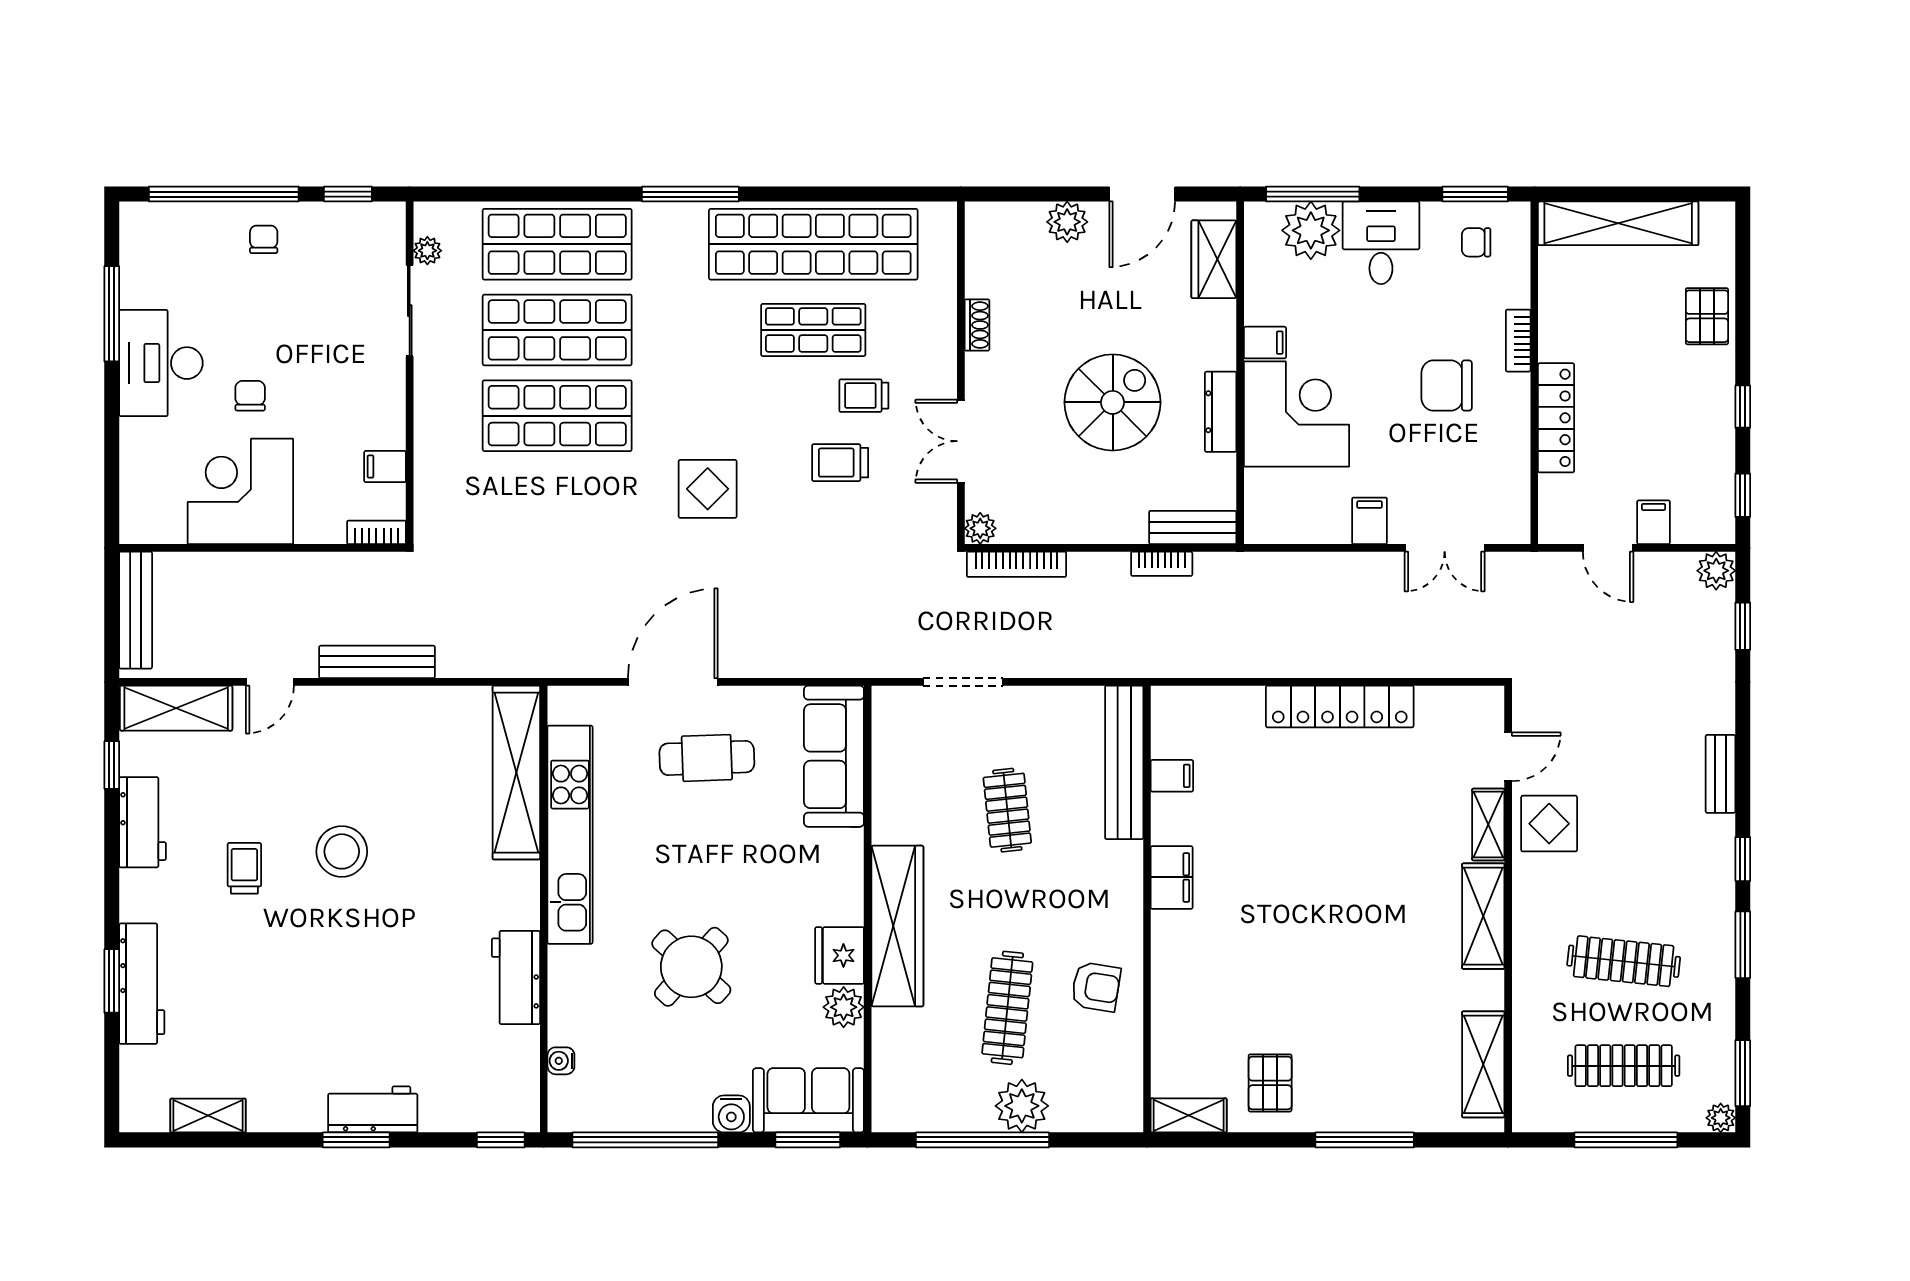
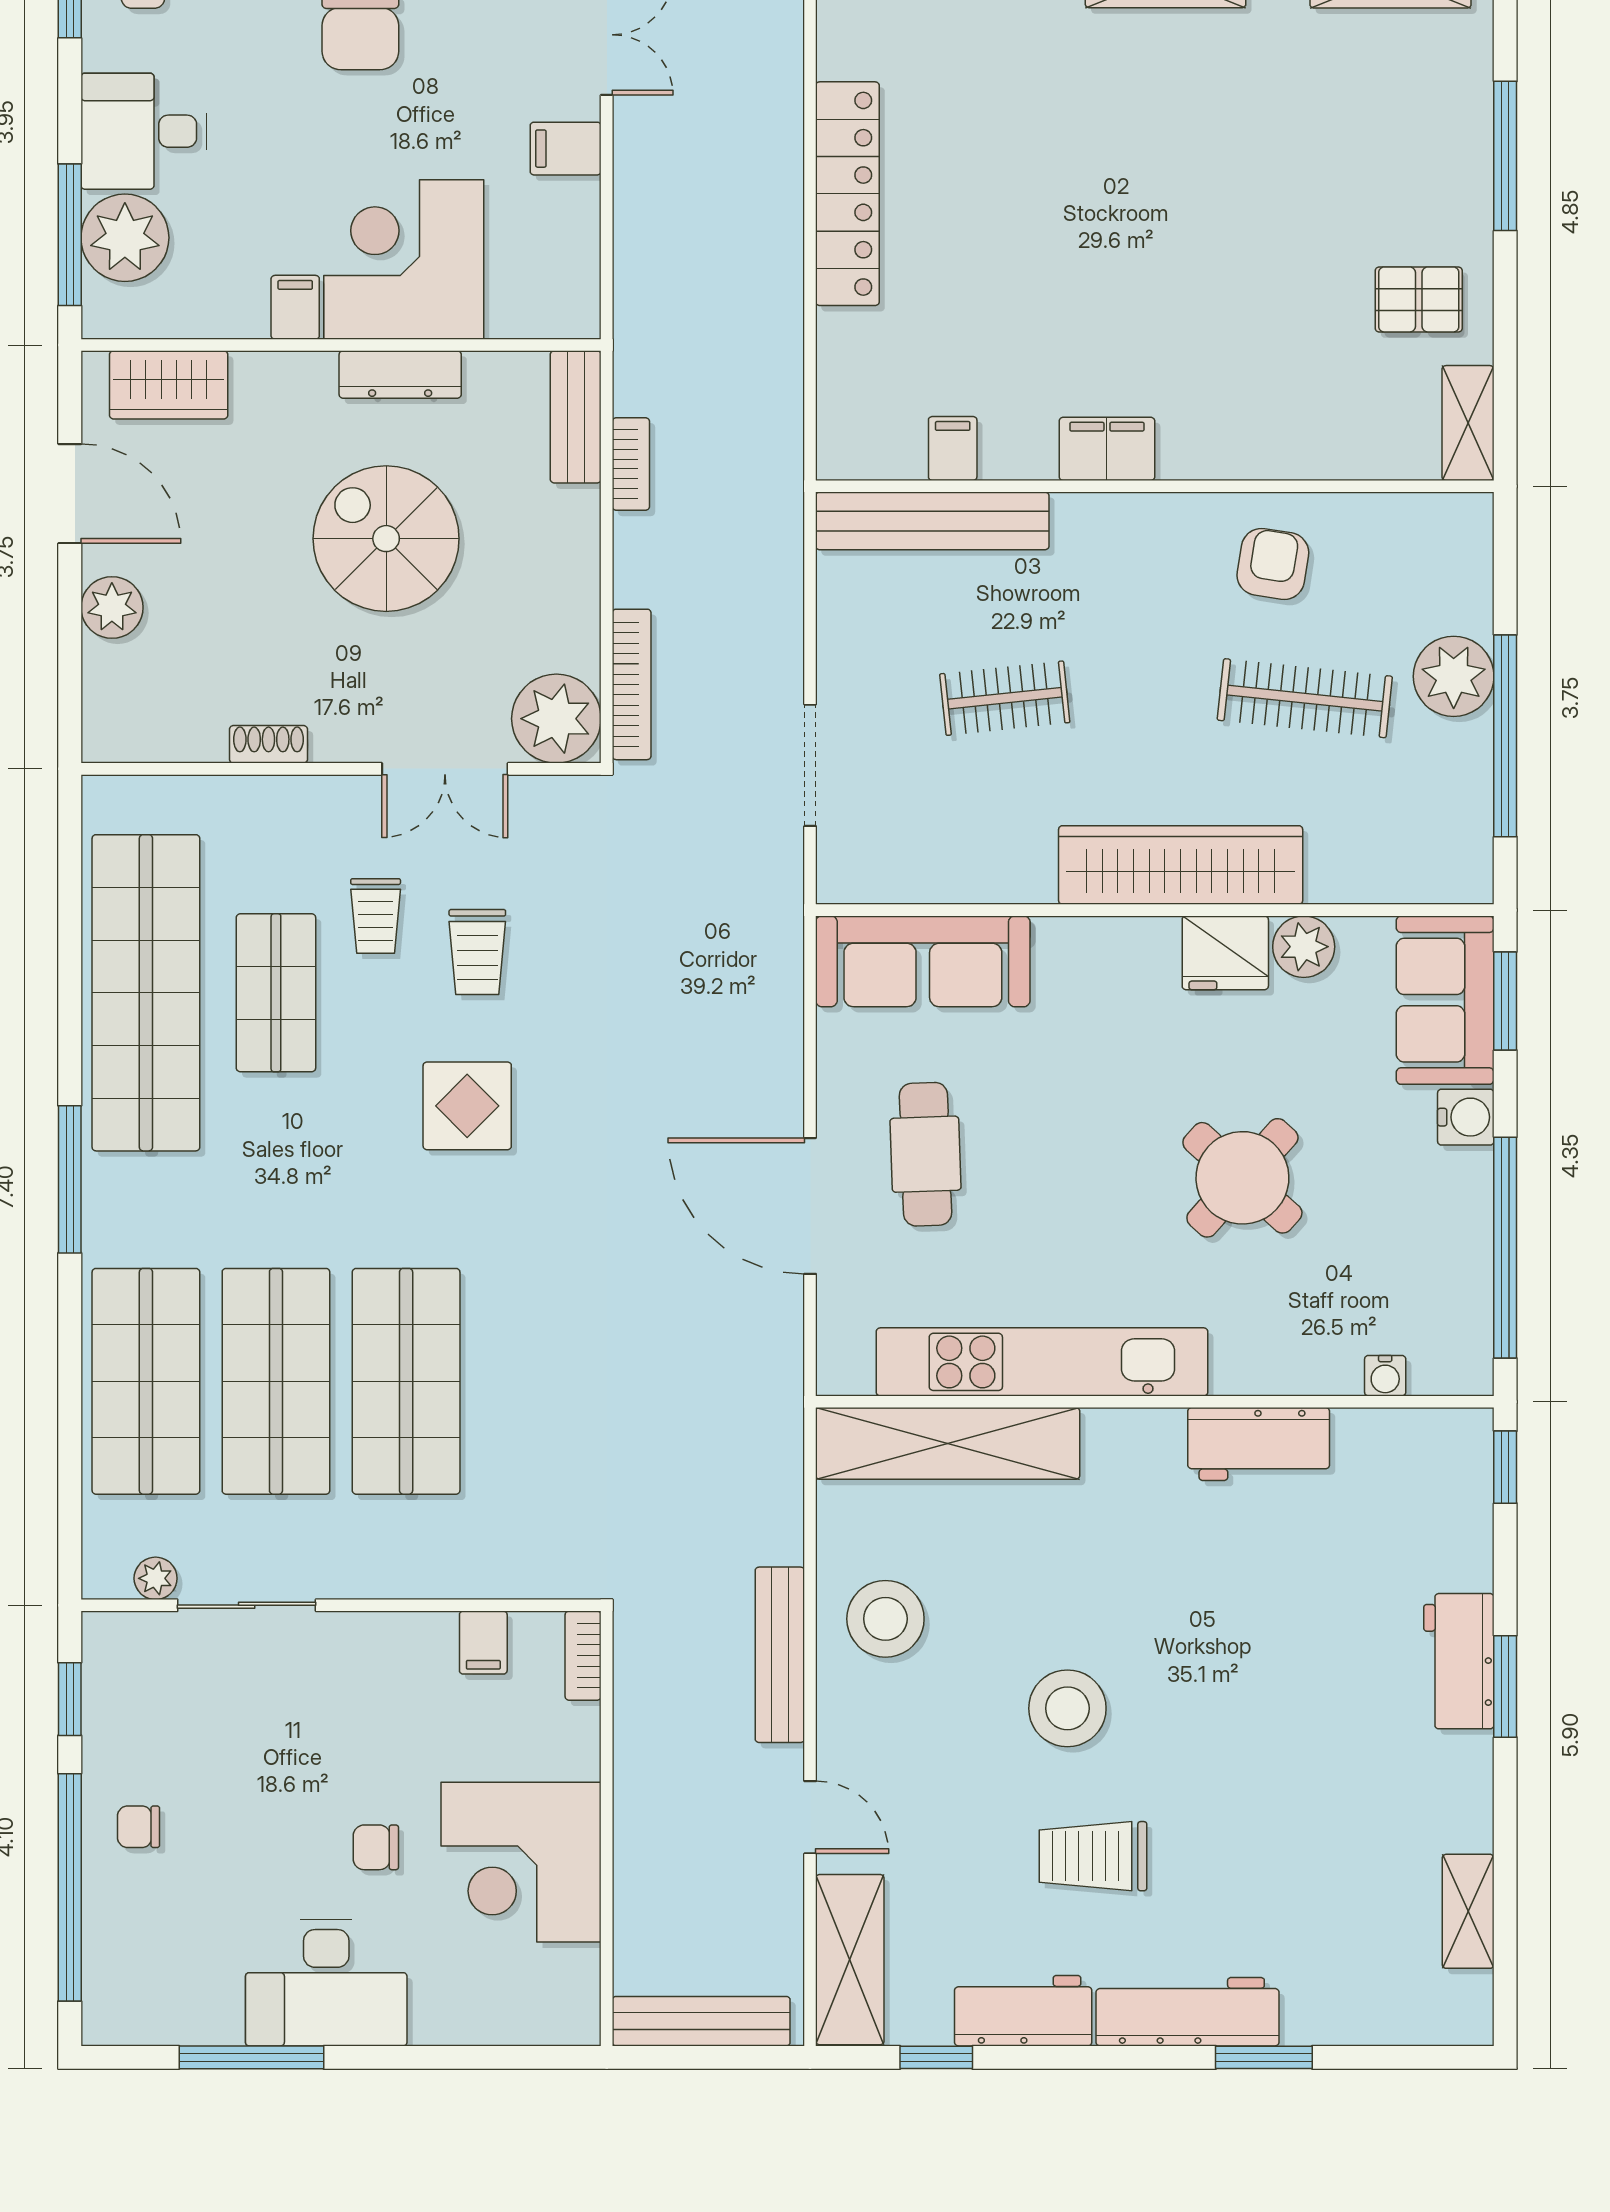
display table: (708, 489) -> (467, 1106), moved
plant: (980, 528) -> (556, 719), width x1.87, depth x1.87
stool: (401, 732) -> (885, 1619), added
trolley: (244, 868) -> (1093, 1856), width x1.36, depth x1.39
workbench: (142, 984) -> (1188, 2012), moved

